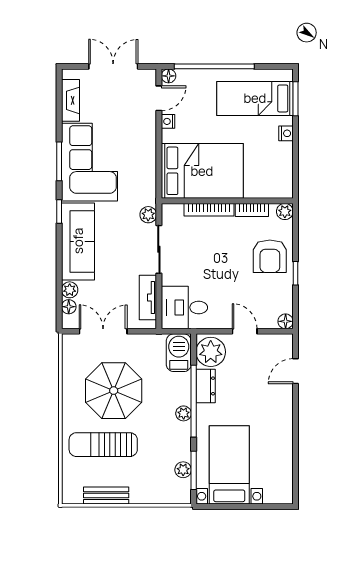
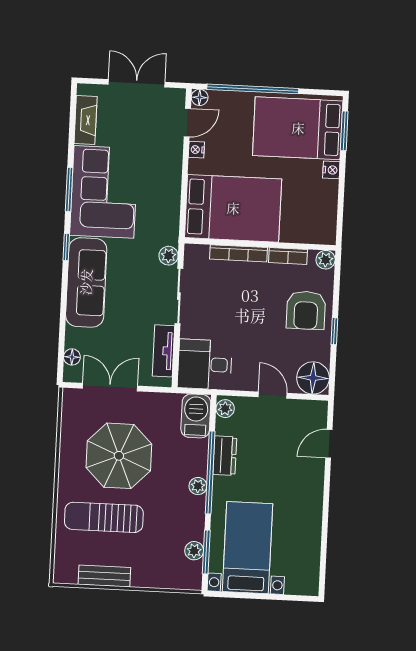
bed: (255, 98) -> (298, 128), width x1.50
plant: (70, 290) -> (74, 338), removed
floor lamp: (286, 321) -> (313, 378), width x1.89, depth x1.89
plant: (211, 352) -> (225, 409), width x0.53, depth x0.53

